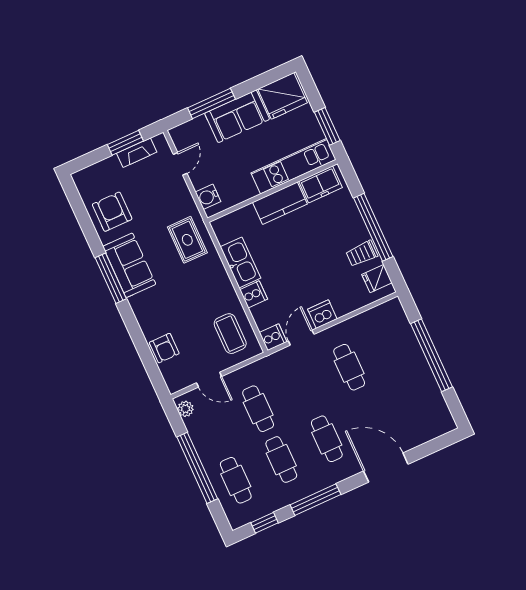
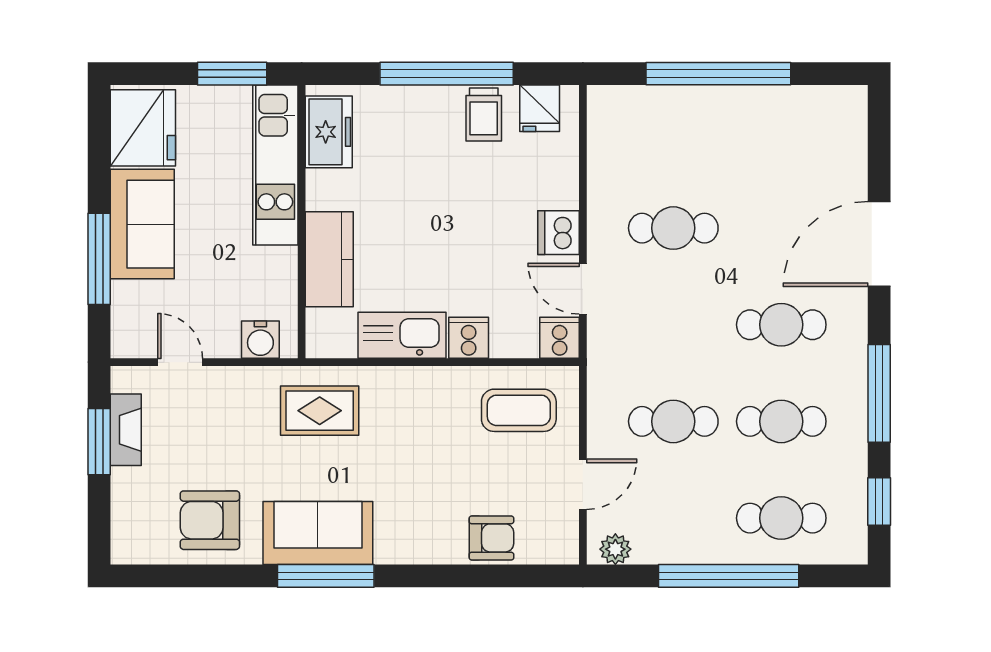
kitchen counter: (280, 203) -> (329, 259), moved

